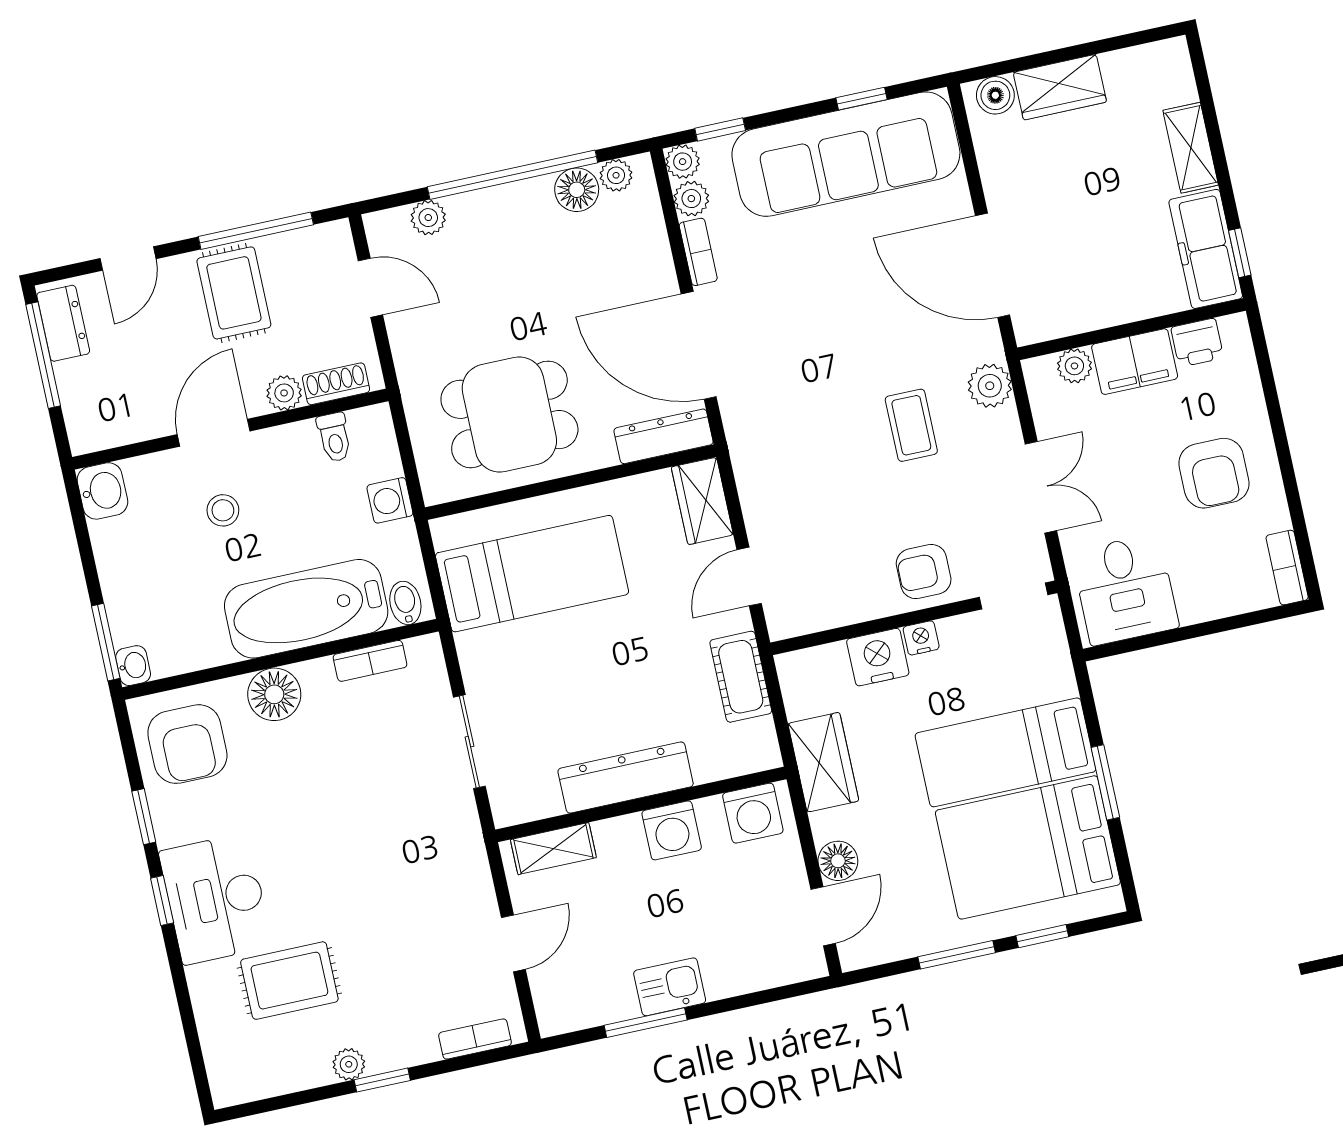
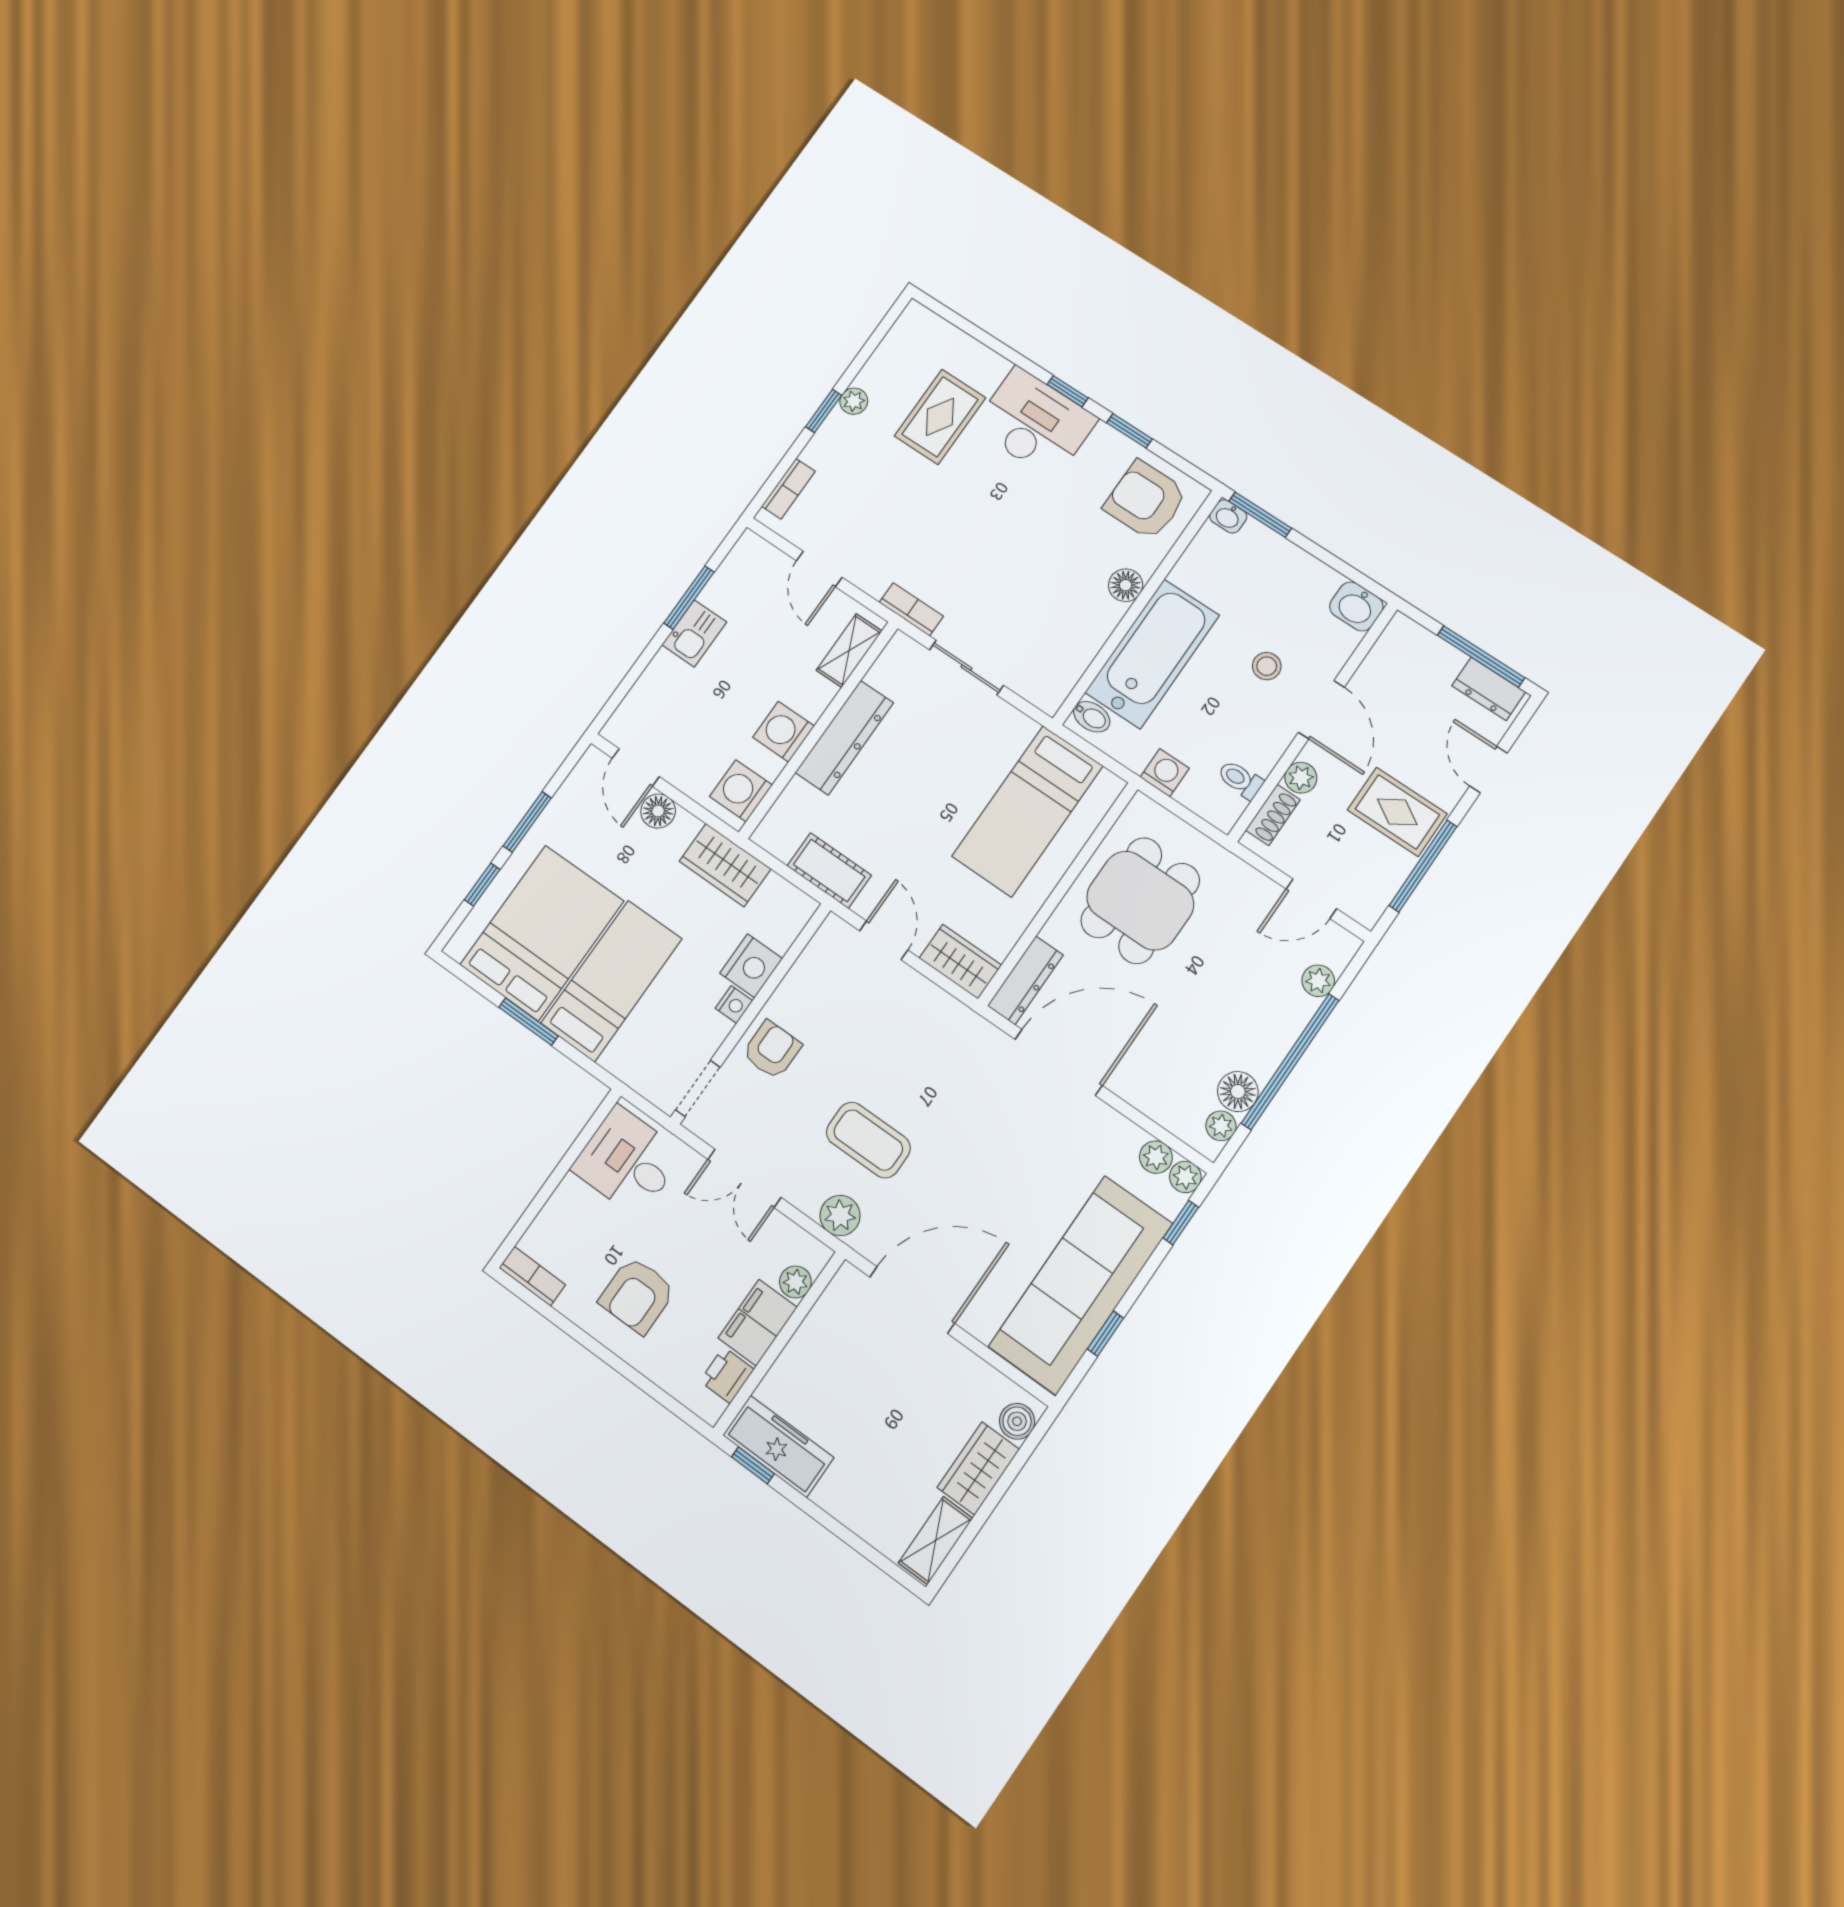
shelving: (1191, 148) -> (935, 1541), moved, turned 90
bookcase: (698, 252) -> (1118, 1125), removed
coffee table: (911, 425) -> (868, 1140), width x1.36, depth x1.30
armchair: (1214, 473) -> (637, 1295), turned -90
bookcase: (370, 661) -> (911, 609), moved, turned 90
floor lamp: (274, 694) -> (1126, 585), width x0.73, depth x0.73

